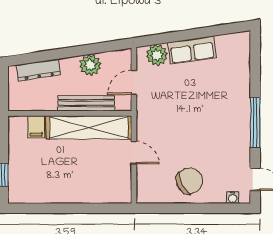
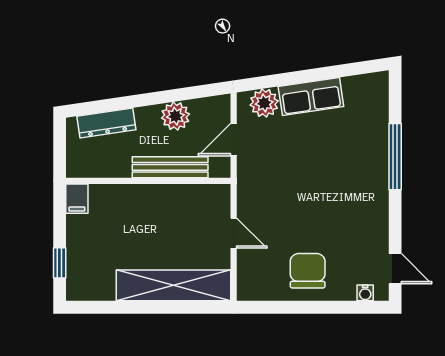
window: (255, 123) -> (395, 157), moved
filing cabinet: (36, 127) -> (77, 199), moved
shelving: (89, 127) -> (173, 285), moved
chair: (189, 181) -> (308, 271), turned -63

